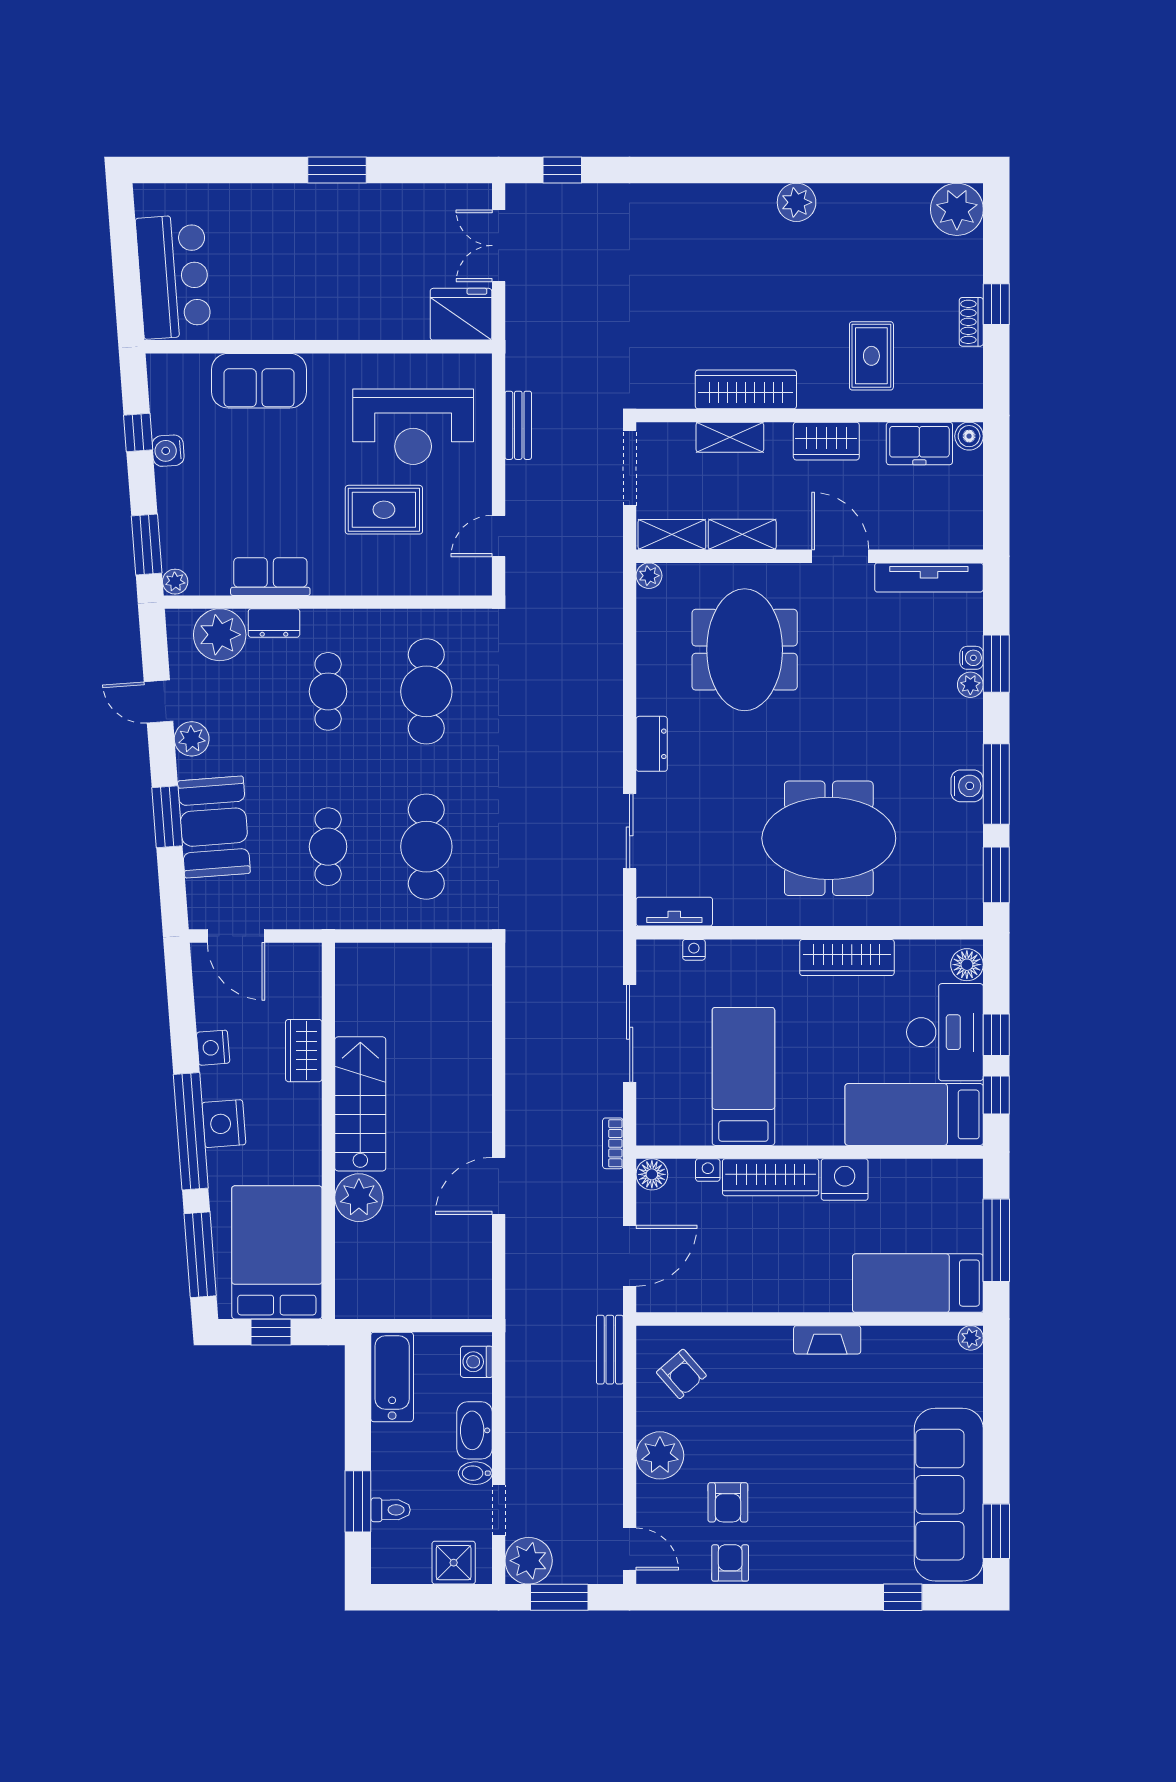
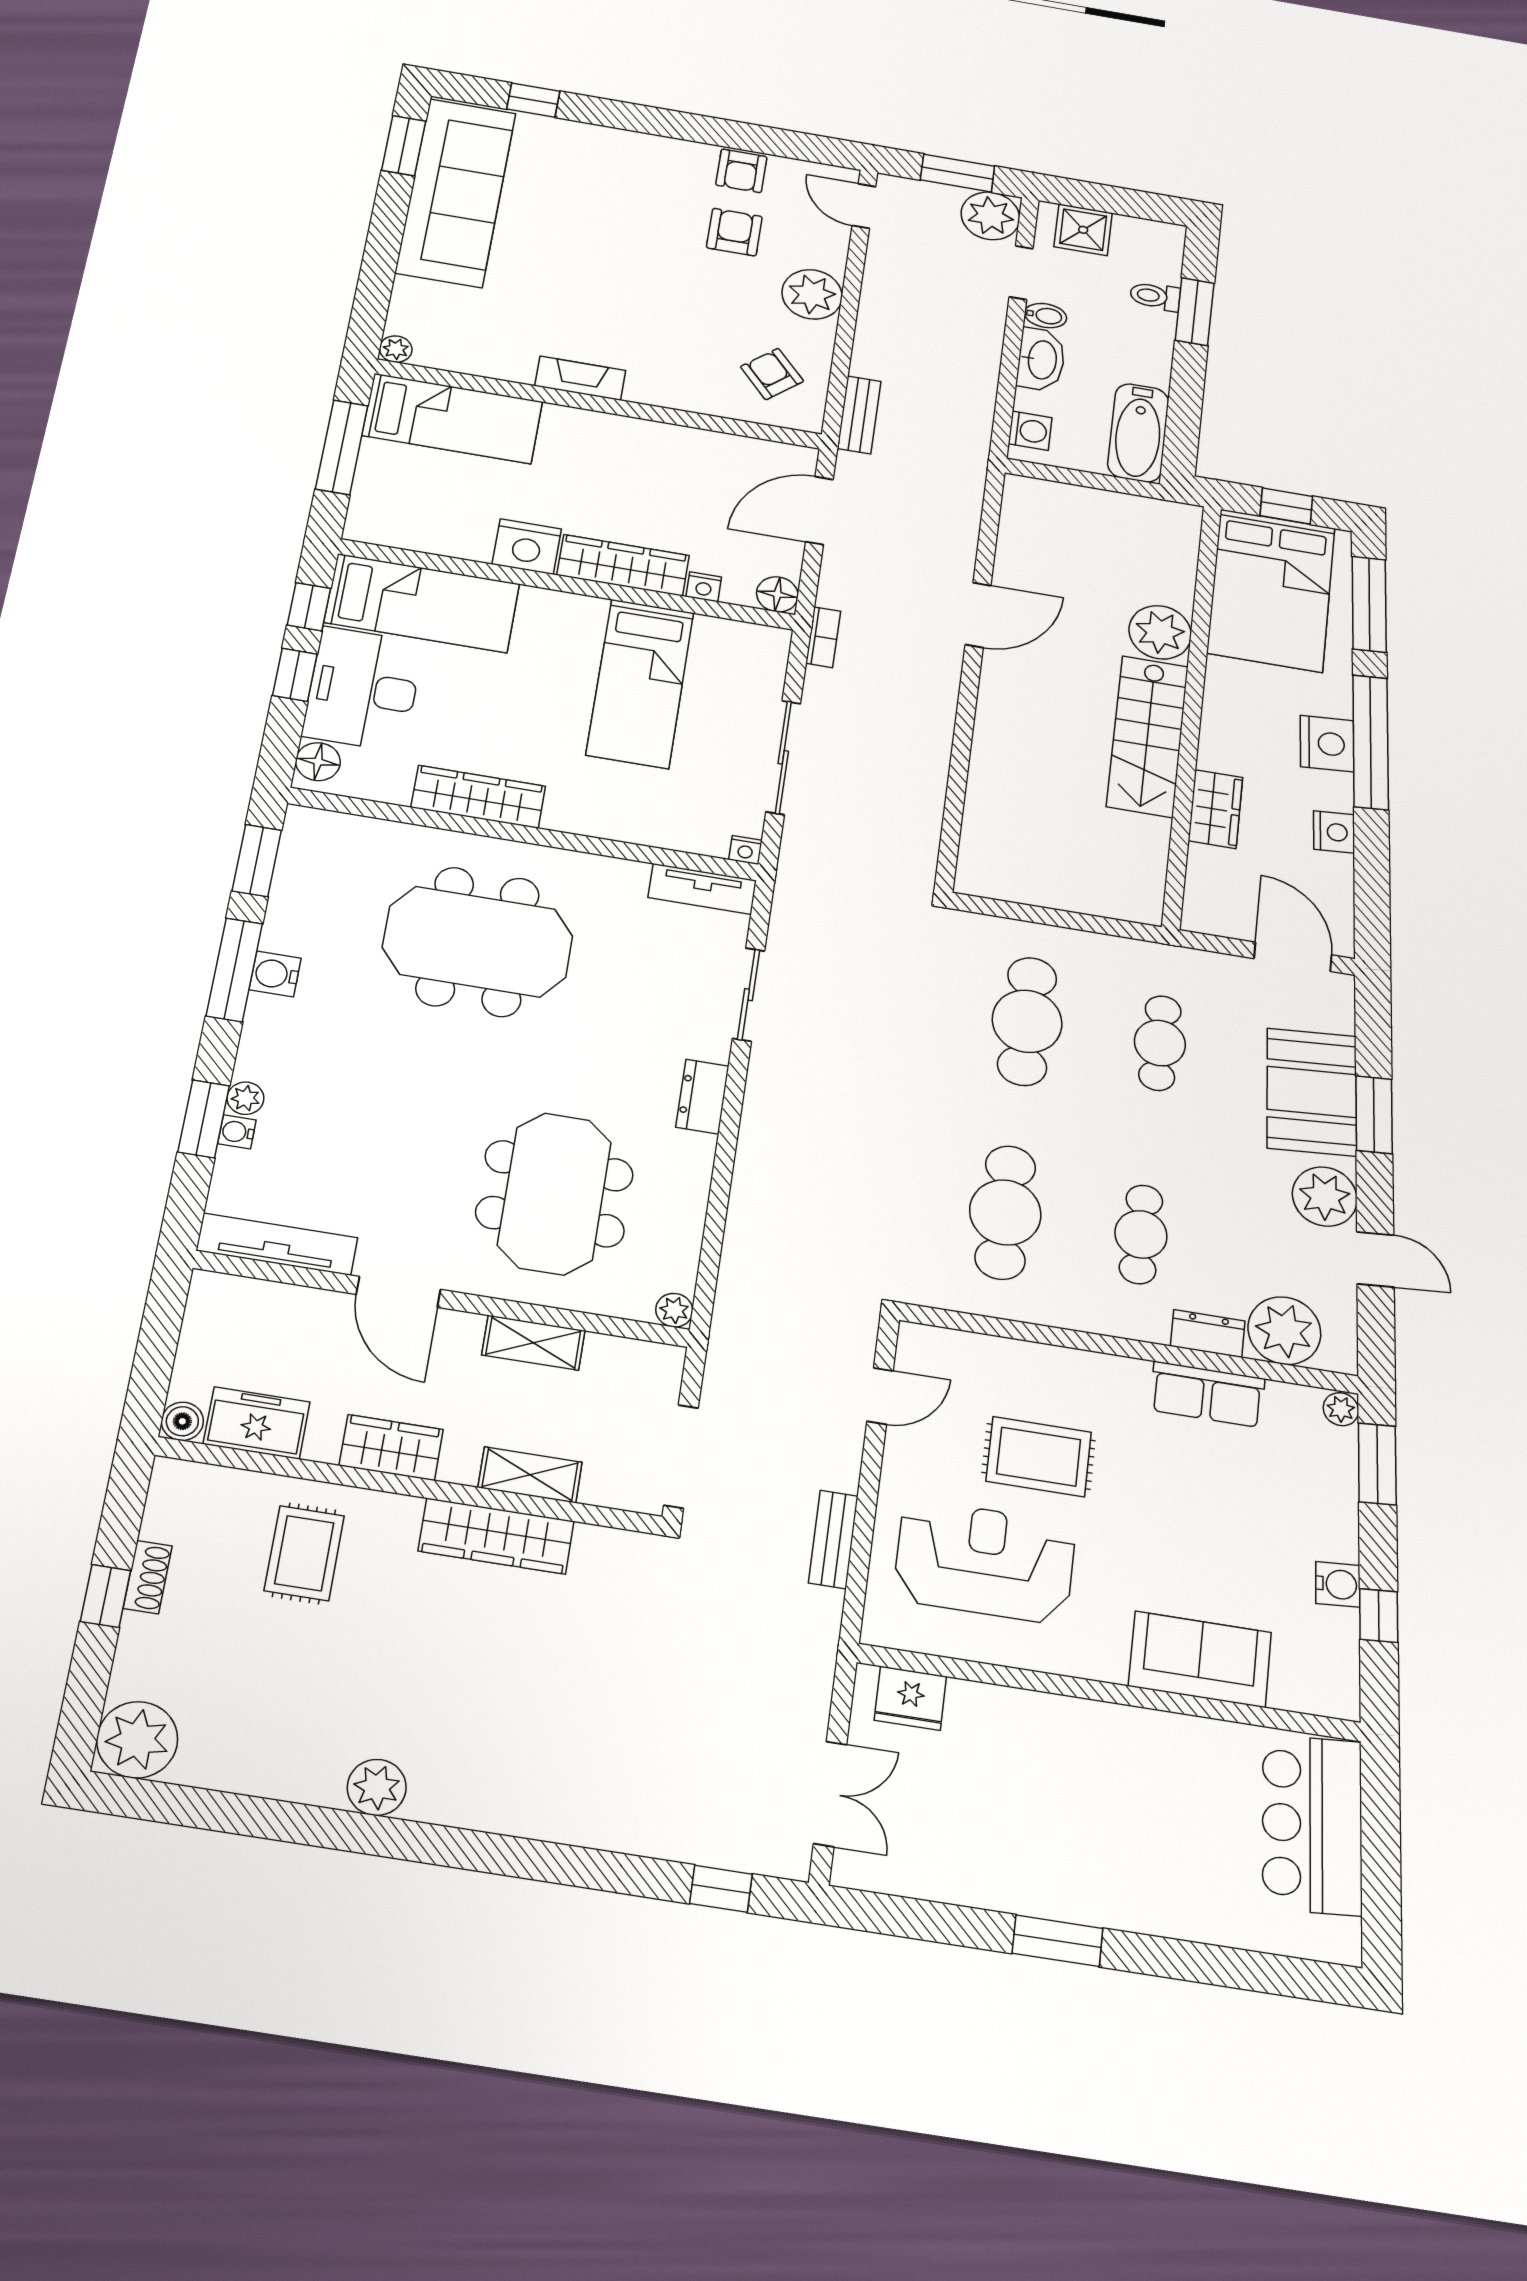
fridge: (461, 314) -> (910, 1698), width x0.73, depth x0.75
shelving: (672, 534) -> (634, 1359), removed
plant: (192, 739) -> (1325, 1197), width x1.36, depth x1.36
nightstand: (694, 950) -> (745, 850), moved

